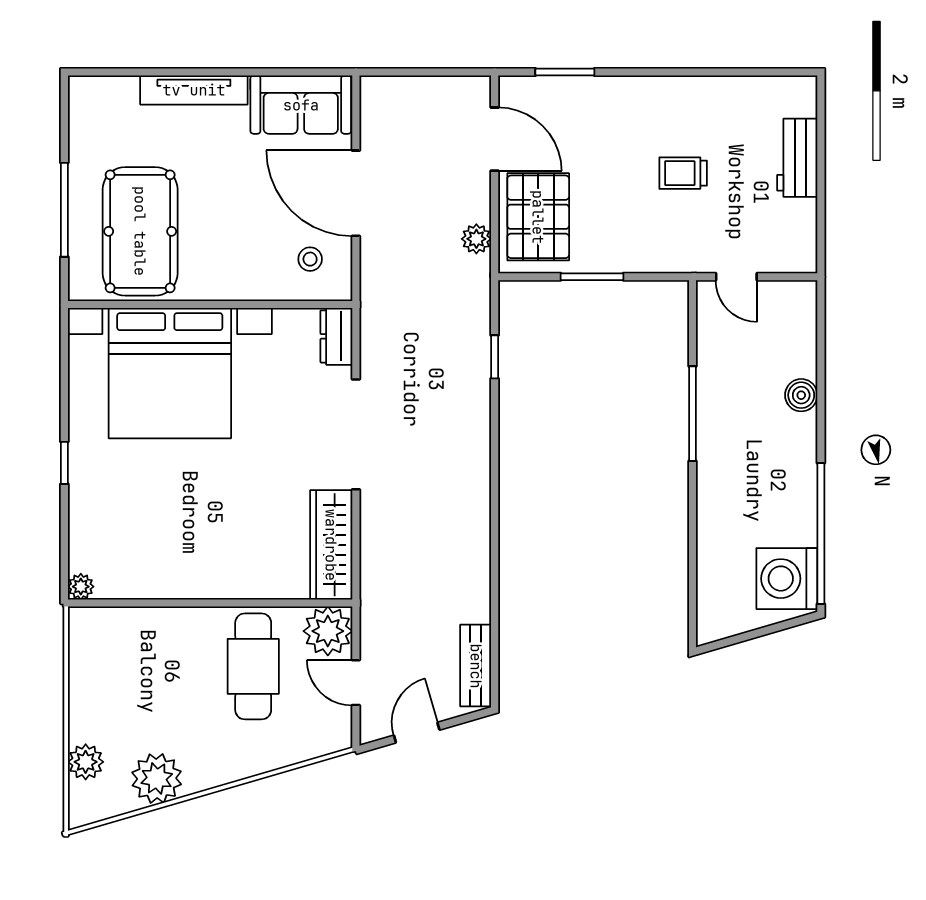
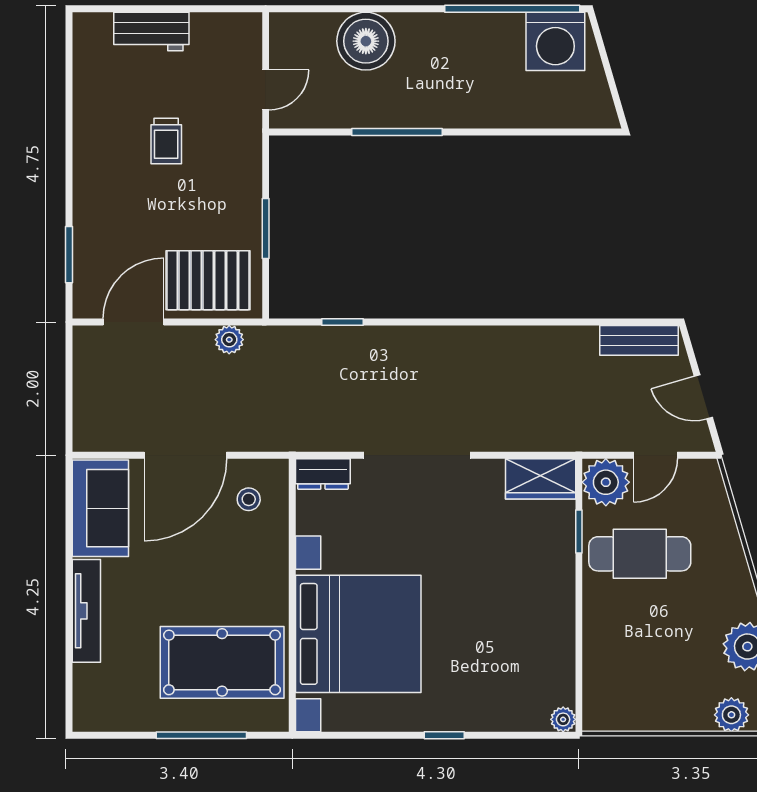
boiler: (801, 395) -> (366, 41), width x1.86, depth x1.86
wardrobe: (331, 545) -> (541, 479), width x0.67
window: (277, 603) -> (579, 531), added

